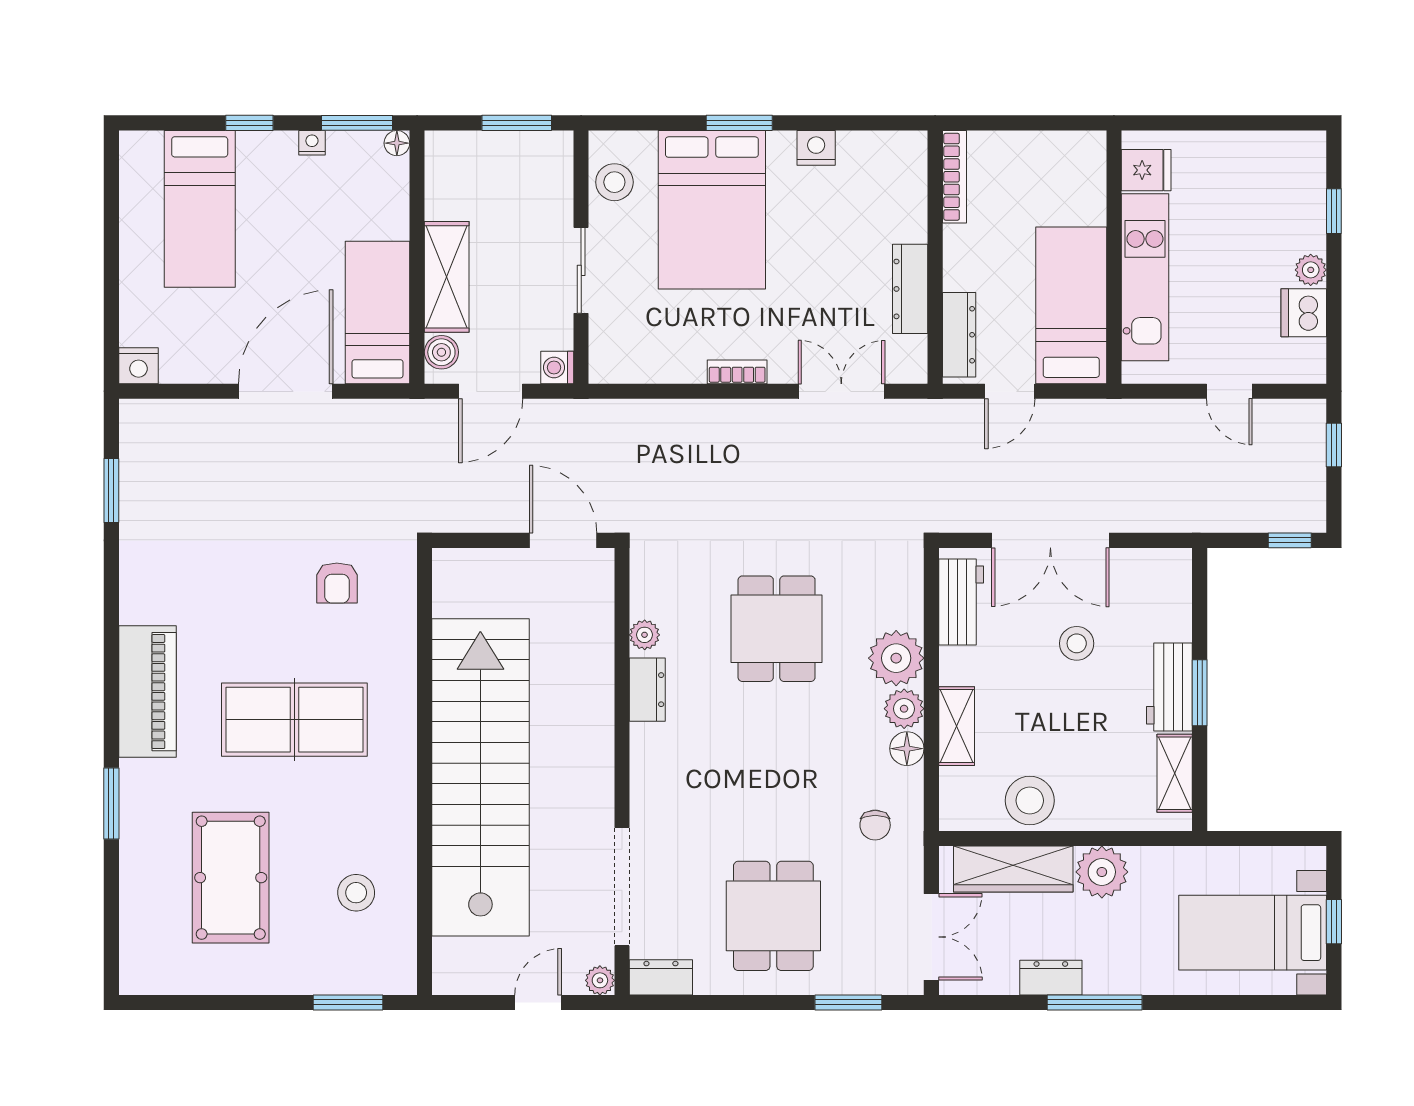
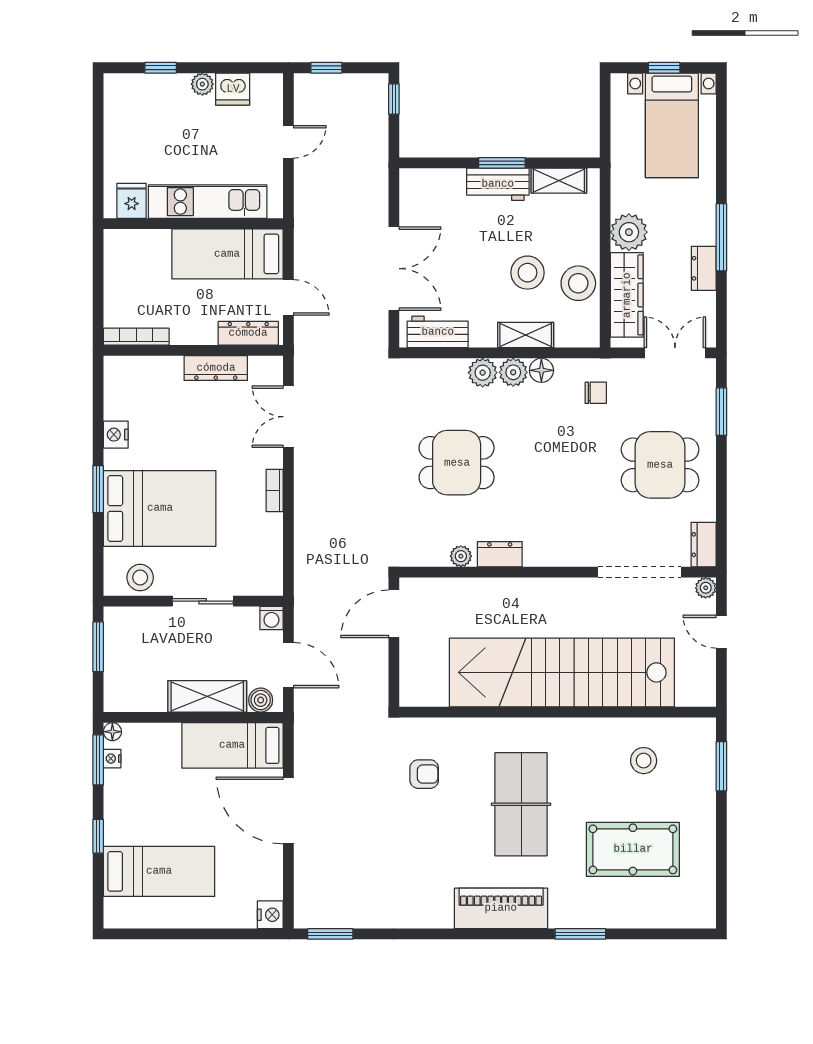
nightstand: (312, 143) -> (112, 759), moved
window: (111, 491) -> (330, 934), moved
stool: (1077, 643) -> (527, 273), moved, width x1.38, depth x1.38
plant: (896, 658) -> (483, 373), width x0.73, depth x0.73

